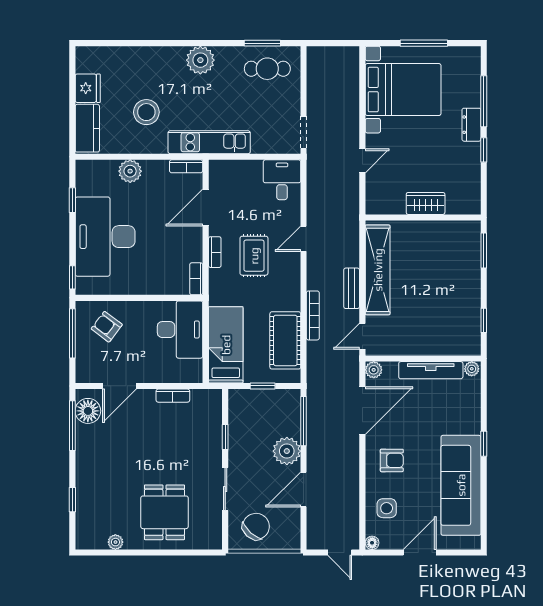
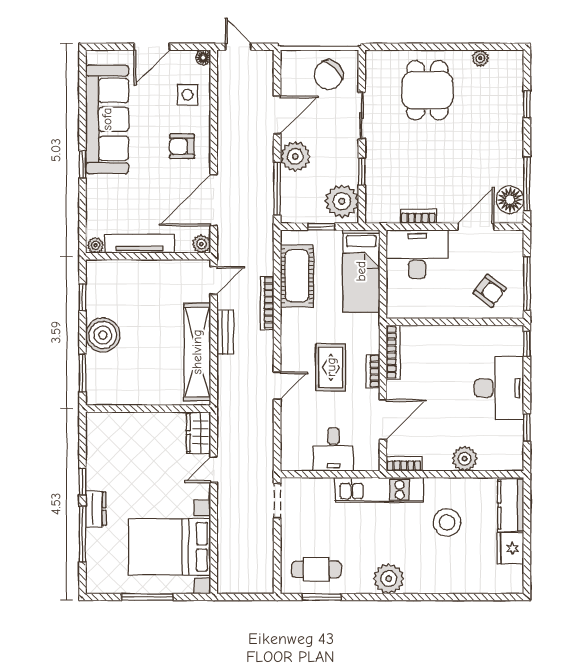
desk: (282, 180) -> (333, 449), moved
wardrobe: (426, 203) -> (198, 433), moved, turned 90
desk: (105, 237) -> (499, 388), width x0.73, depth x0.77
bookcase: (196, 279) -> (393, 352), width x1.56
boiler: (465, 286) -> (103, 335), added
desk: (180, 330) -> (417, 254), moved, turned 90
plant: (244, 410) -> (342, 201), added

